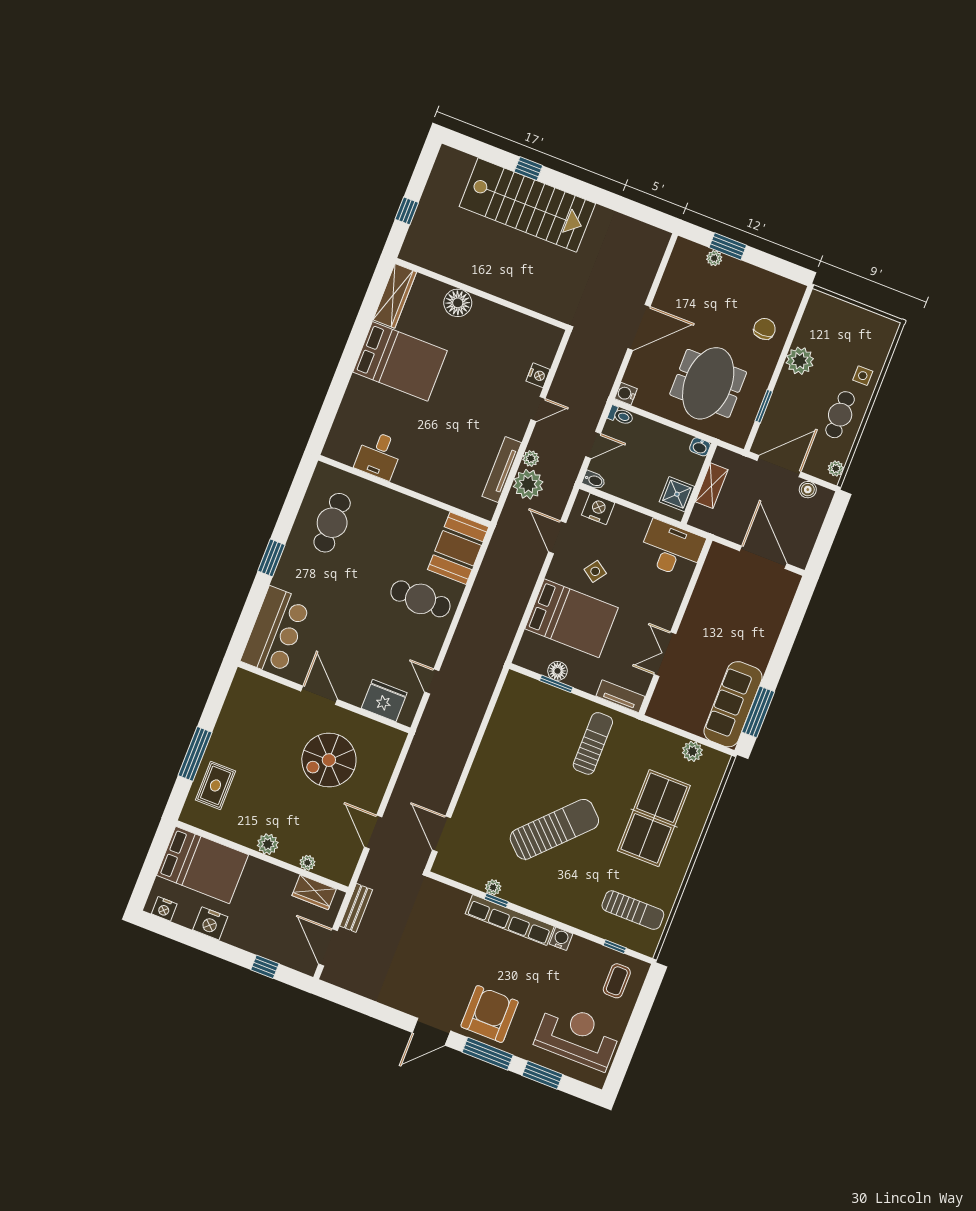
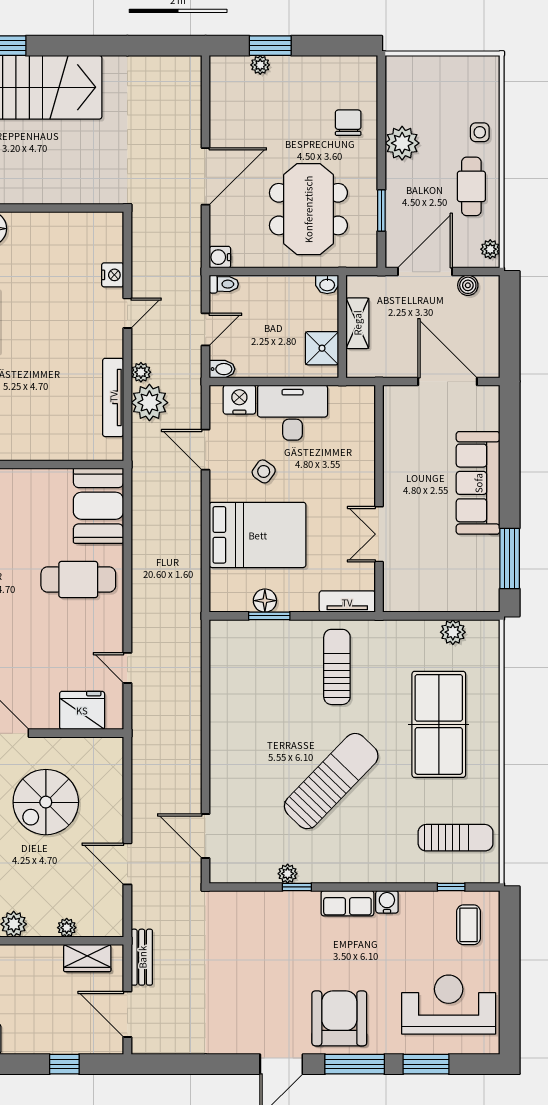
desk: (672, 549) -> (293, 413), moved
sofa: (733, 704) -> (478, 483), moved
row of seats: (510, 920) -> (347, 903), width x0.50

